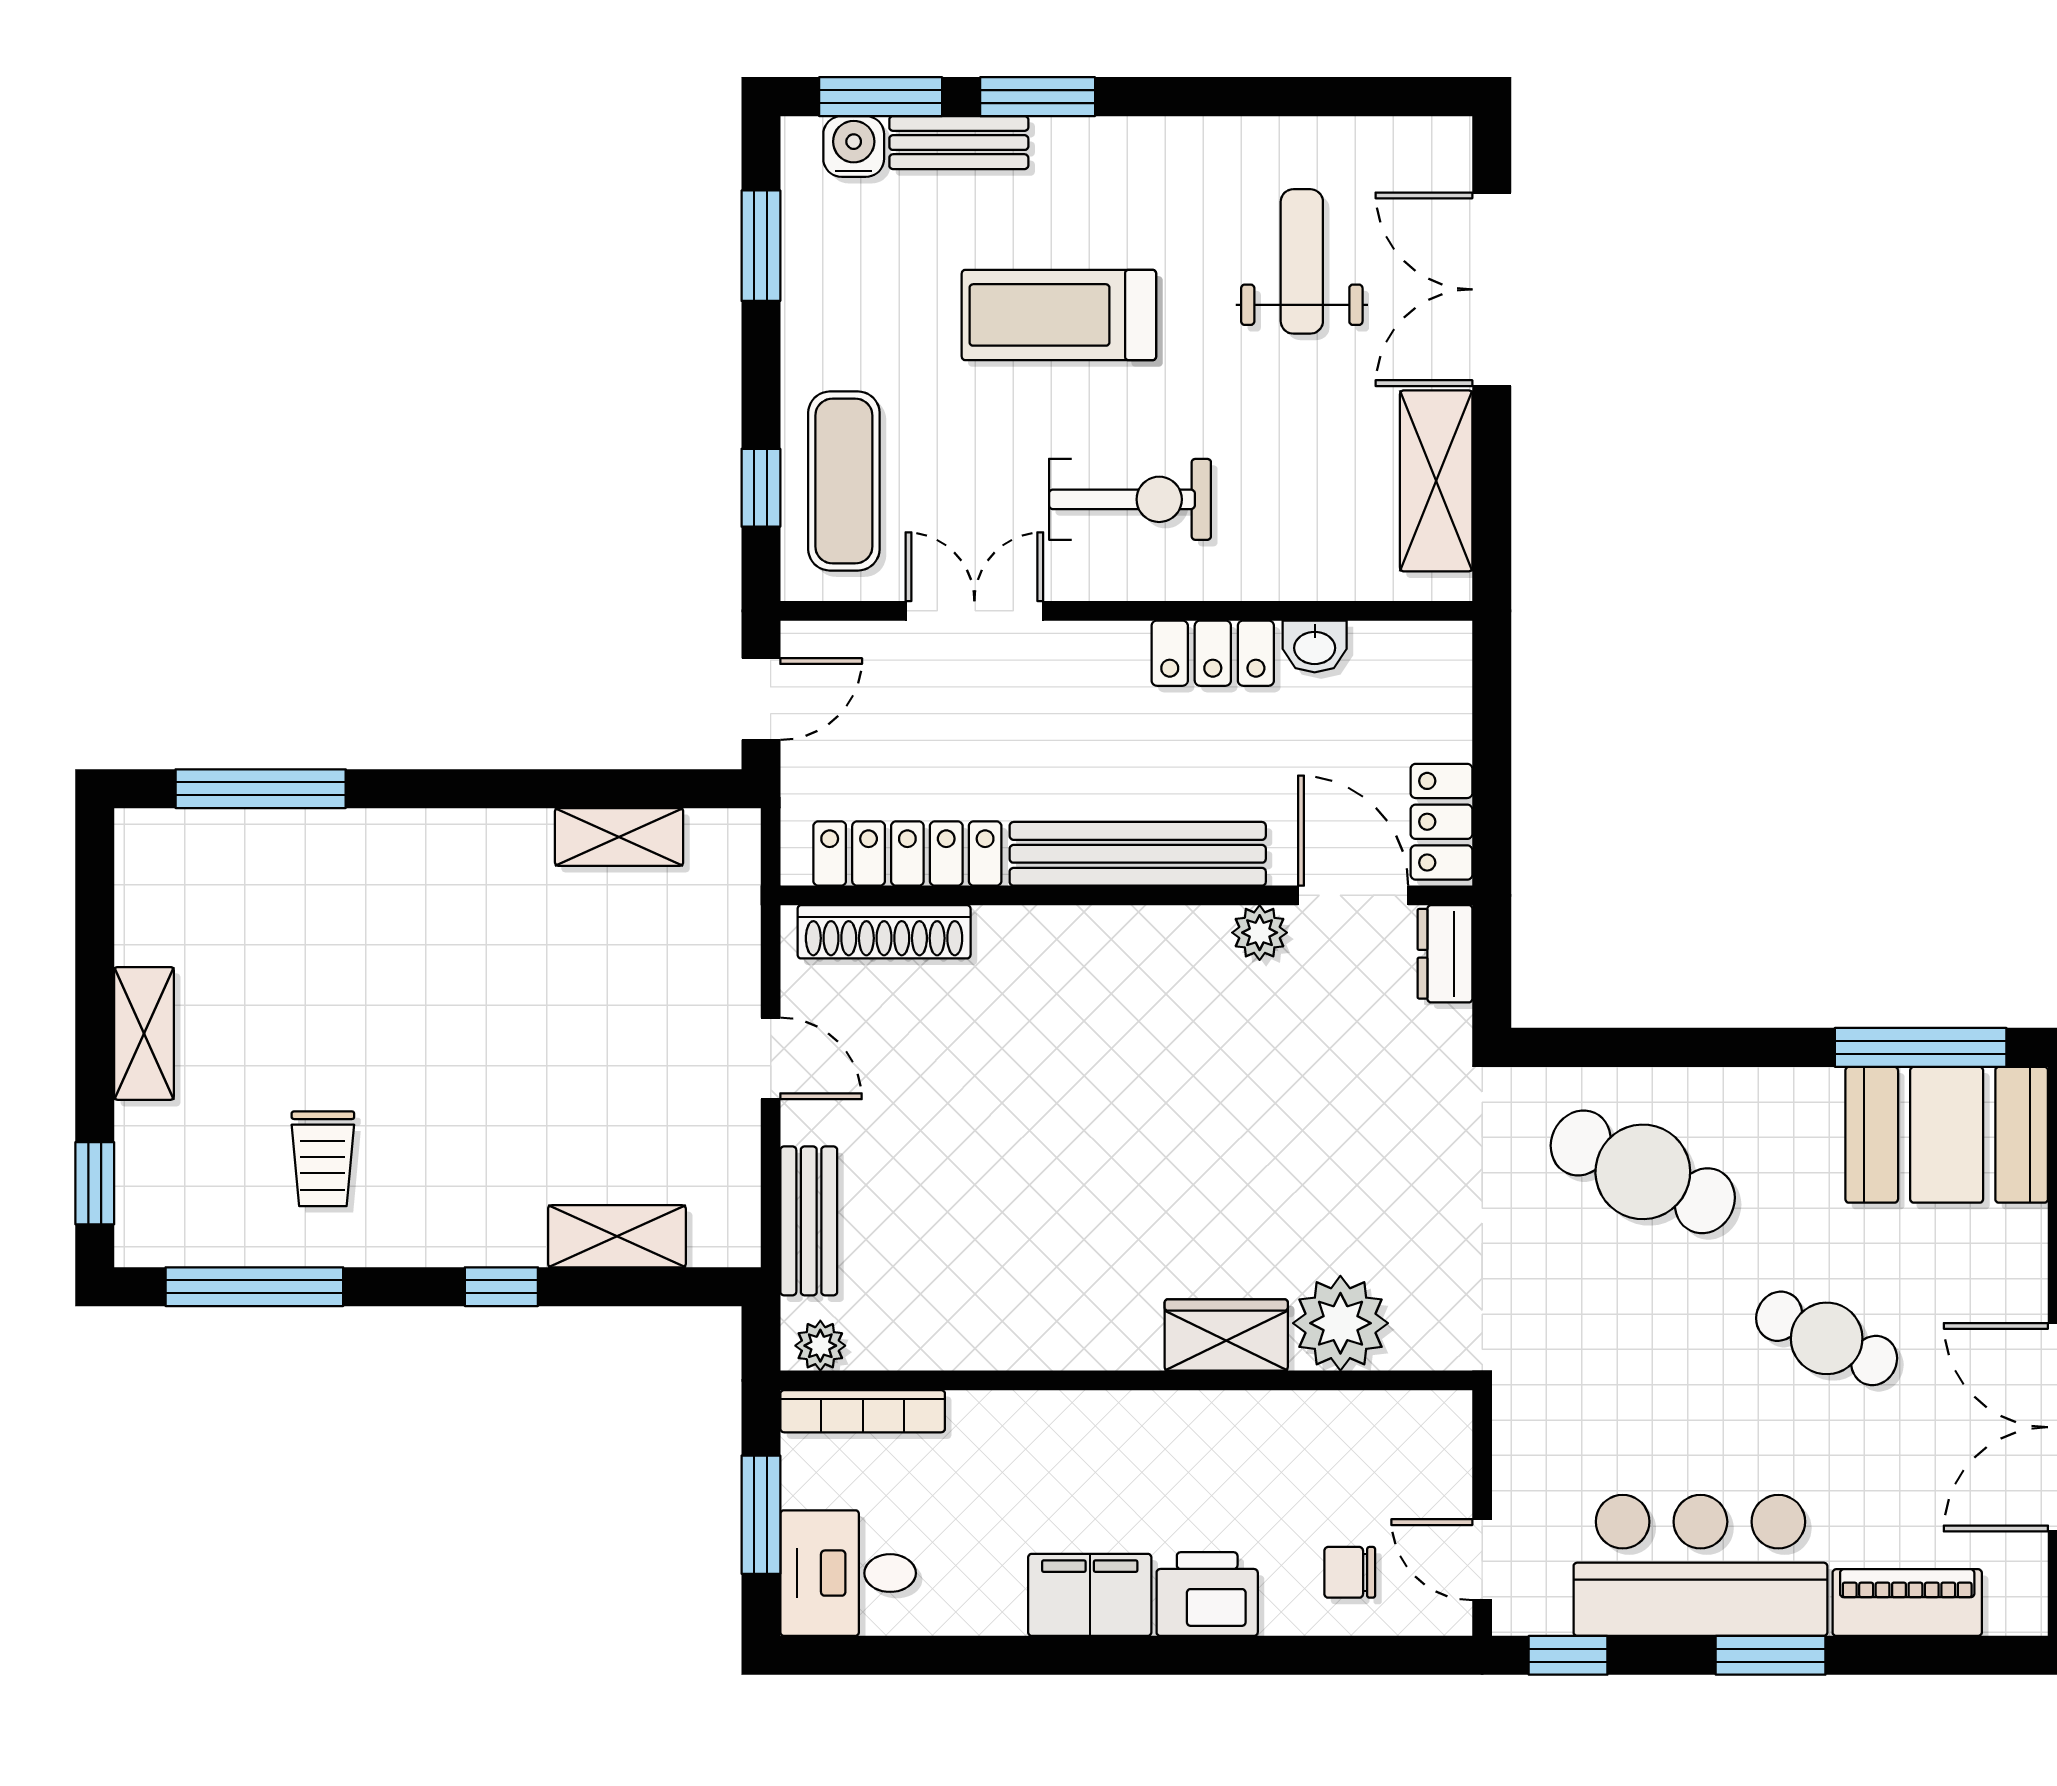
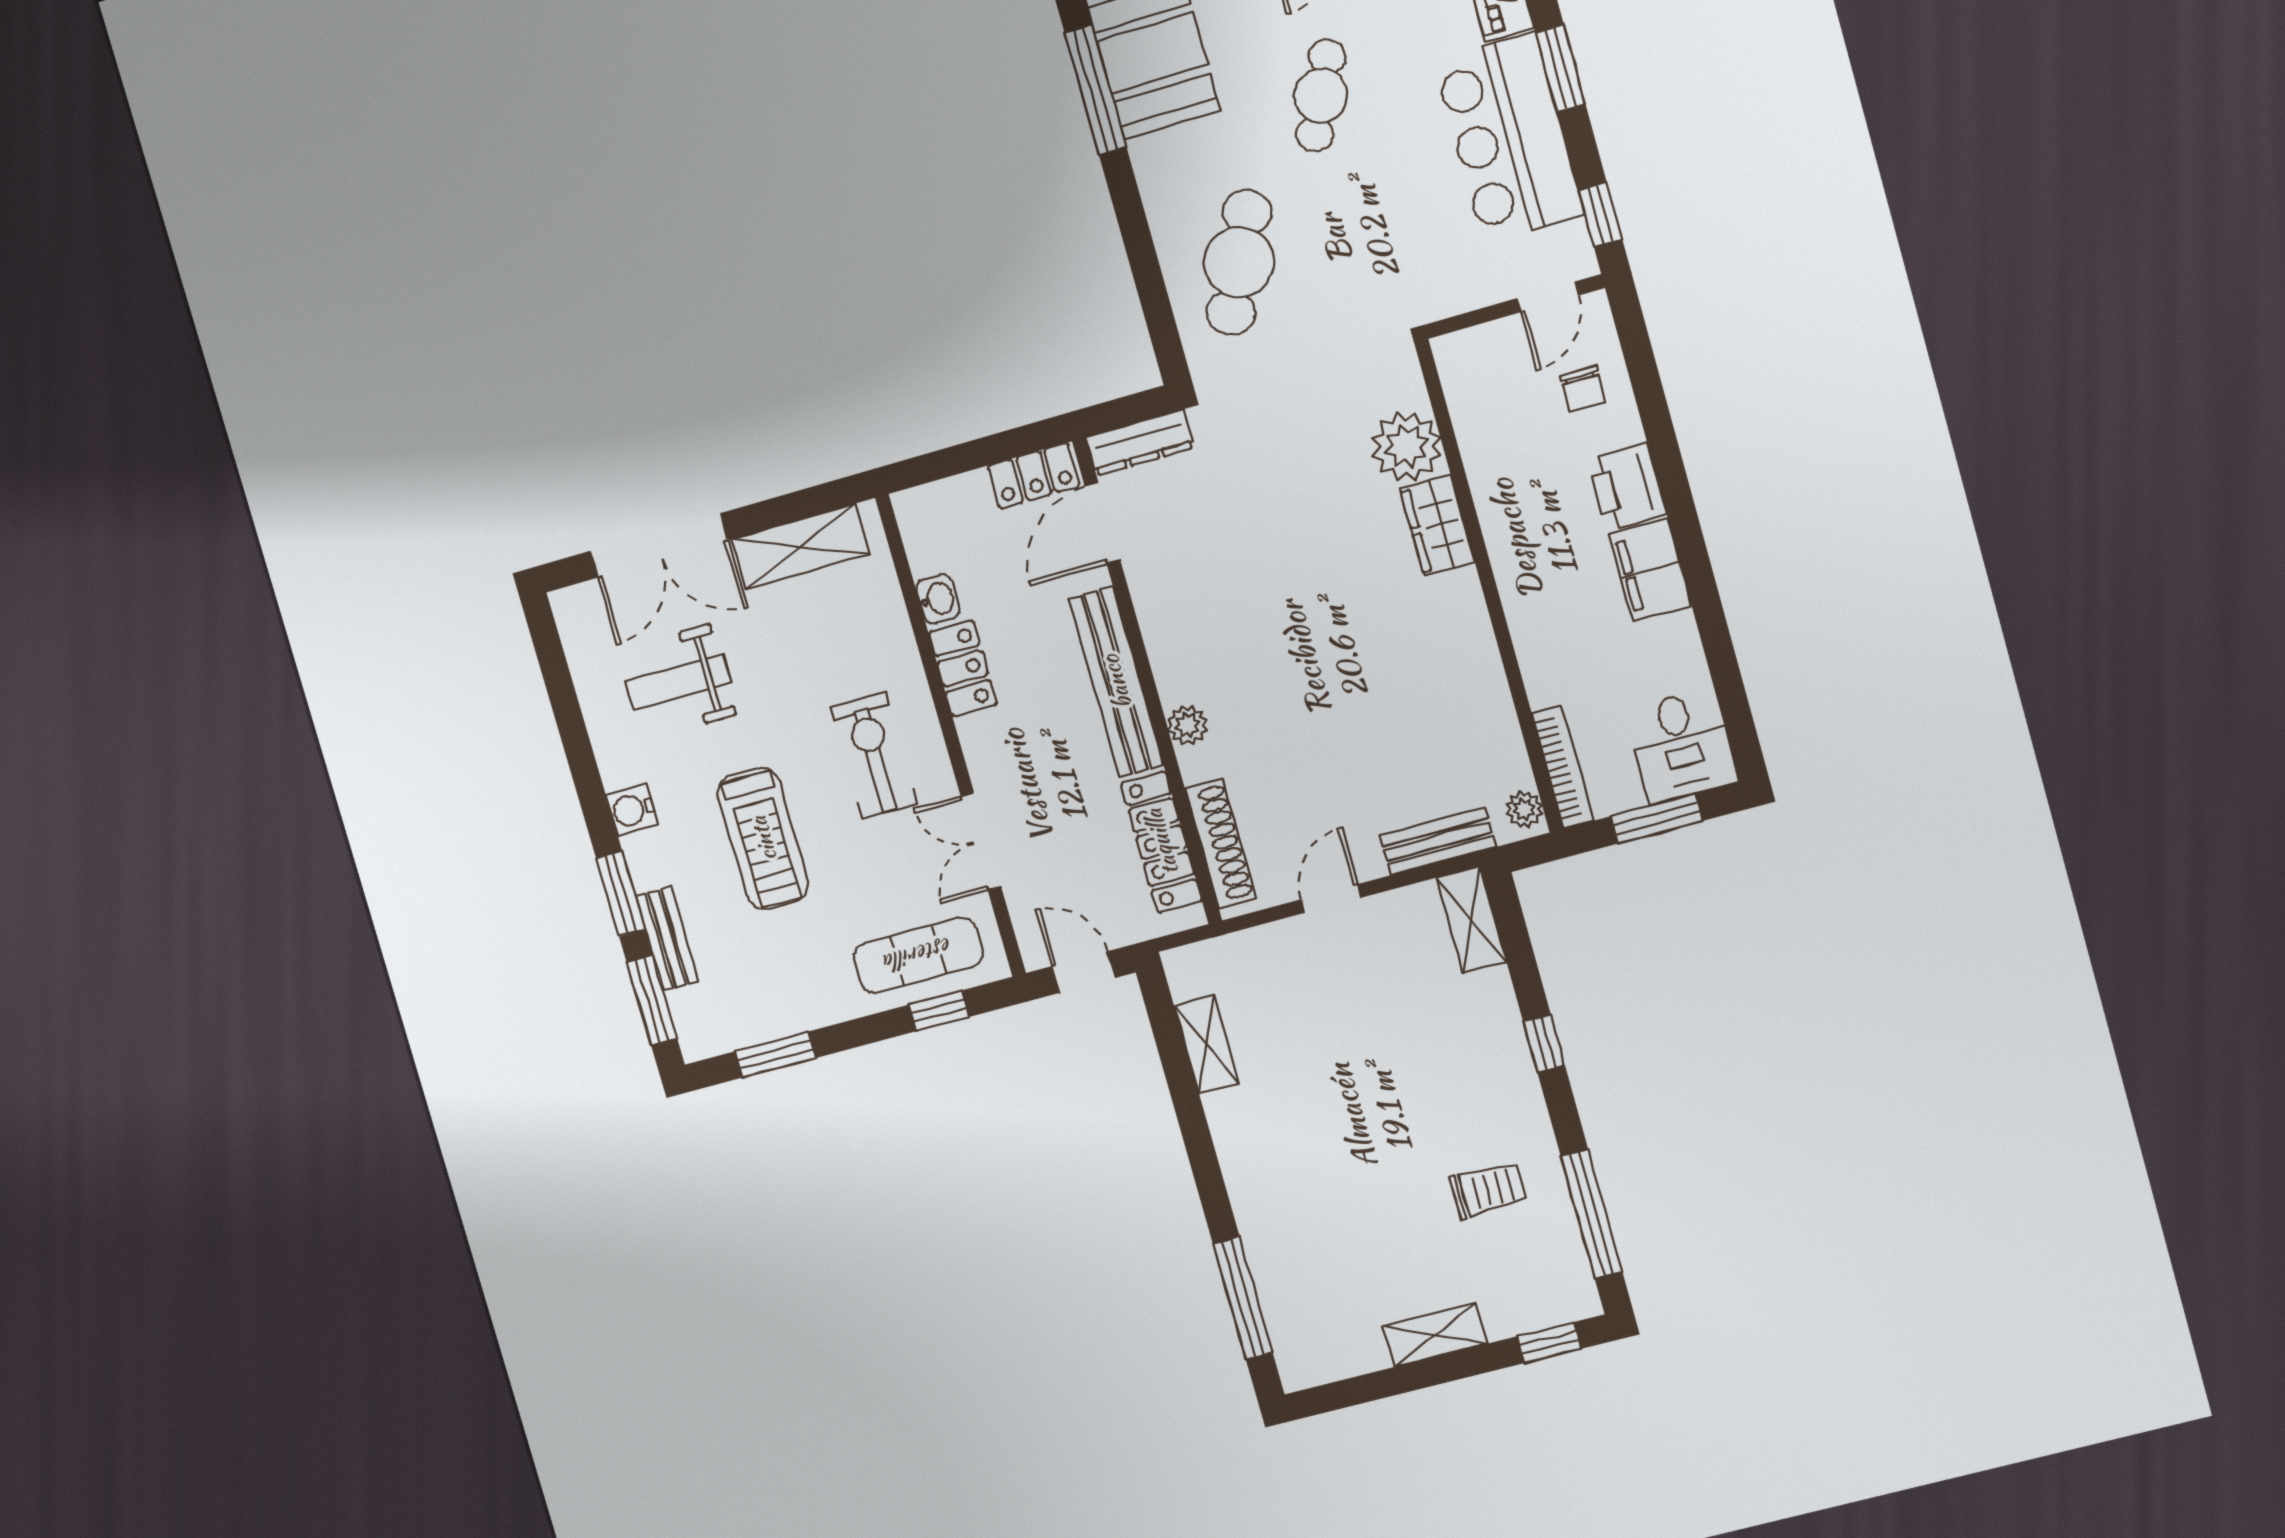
water cooler: (854, 146) -> (632, 810), moved
plant: (1260, 933) -> (1188, 725), moved
dresser: (1445, 954) -> (1140, 443), width x1.44
shelving: (617, 1236) -> (1471, 920), moved

